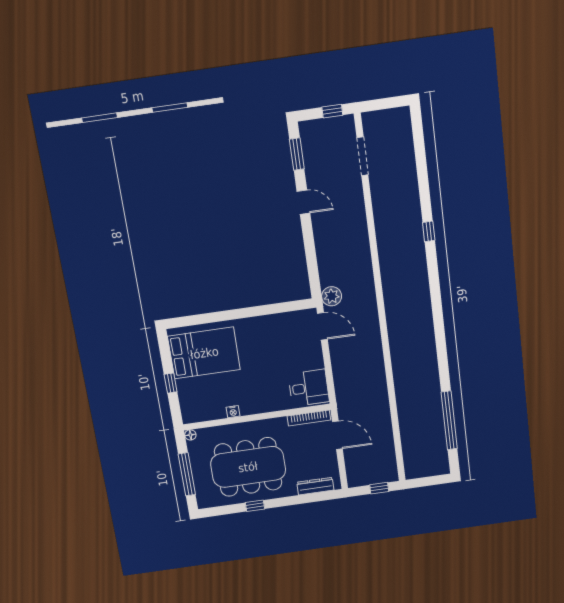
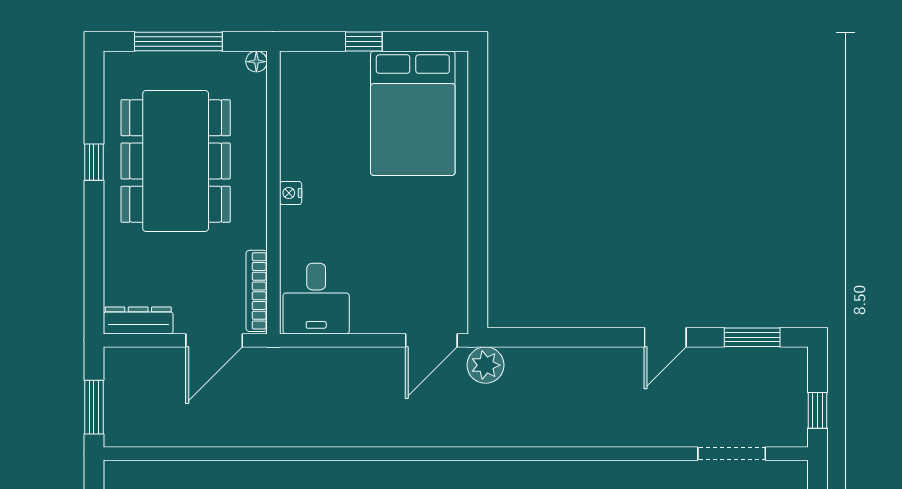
nightstand: (233, 412) -> (291, 193), moved
dresser: (315, 486) -> (138, 321), moved, turned -90
window: (379, 488) -> (94, 407), width x1.50

